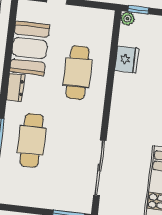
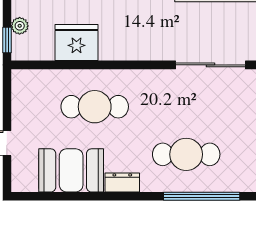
plant: (128, 19) -> (20, 26), moved
fridge: (127, 59) -> (77, 43), width x1.36, depth x1.34

